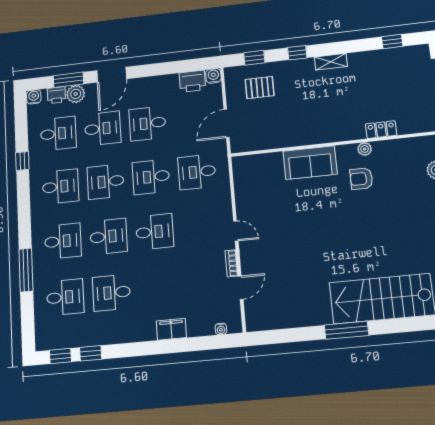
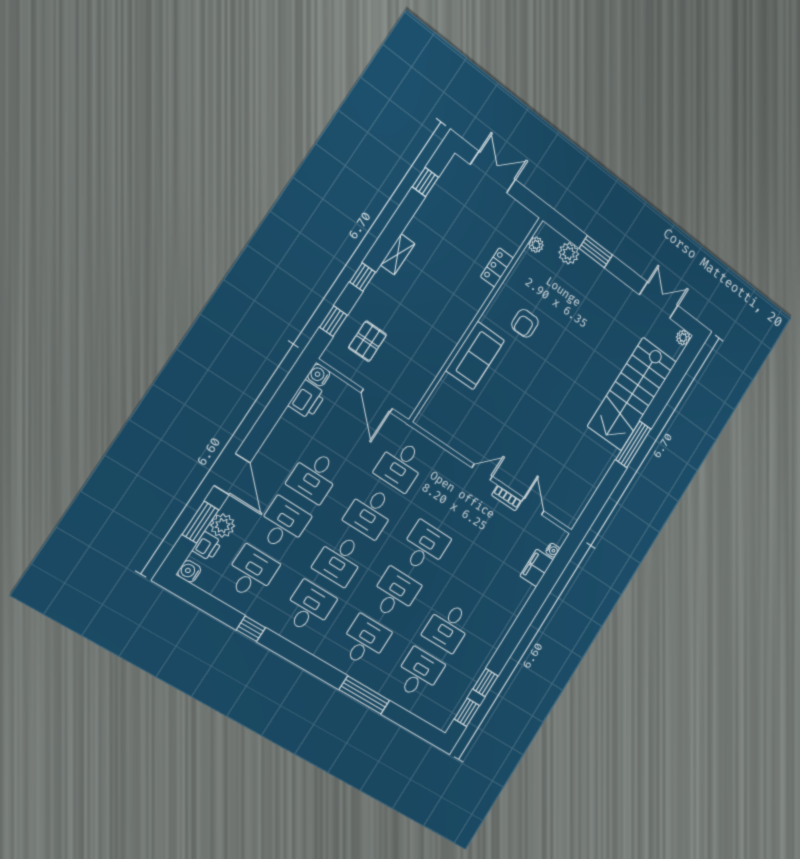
plant: (365, 149) -> (536, 245), moved
filing cabinet: (171, 329) -> (537, 568), moved

